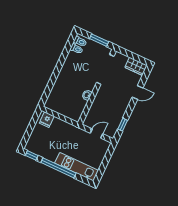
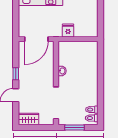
fridge: (47, 120) -> (68, 30), moved
window: (123, 125) -> (16, 74), moved
door: (97, 133) -> (36, 39), width x1.88

